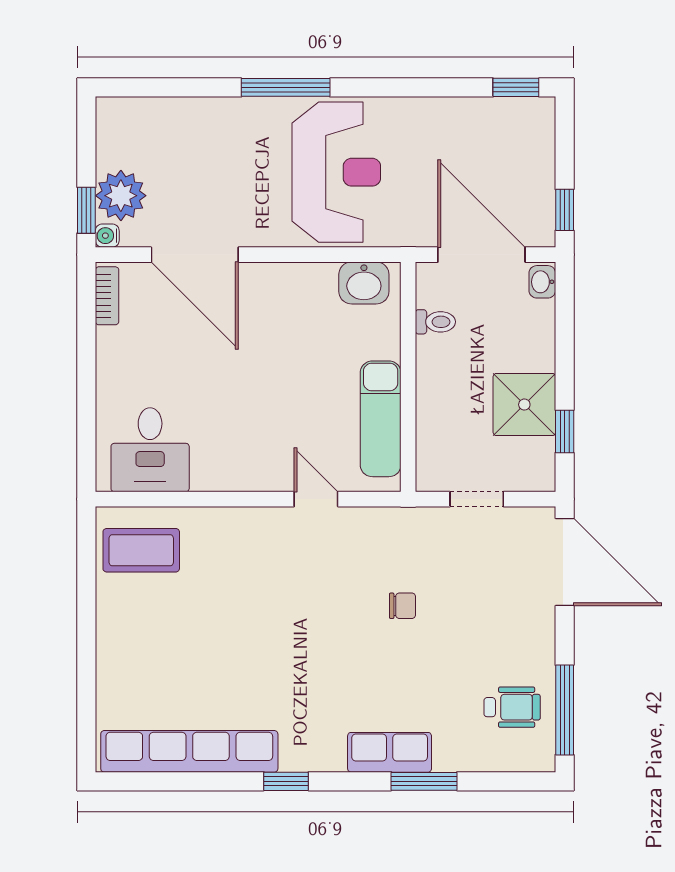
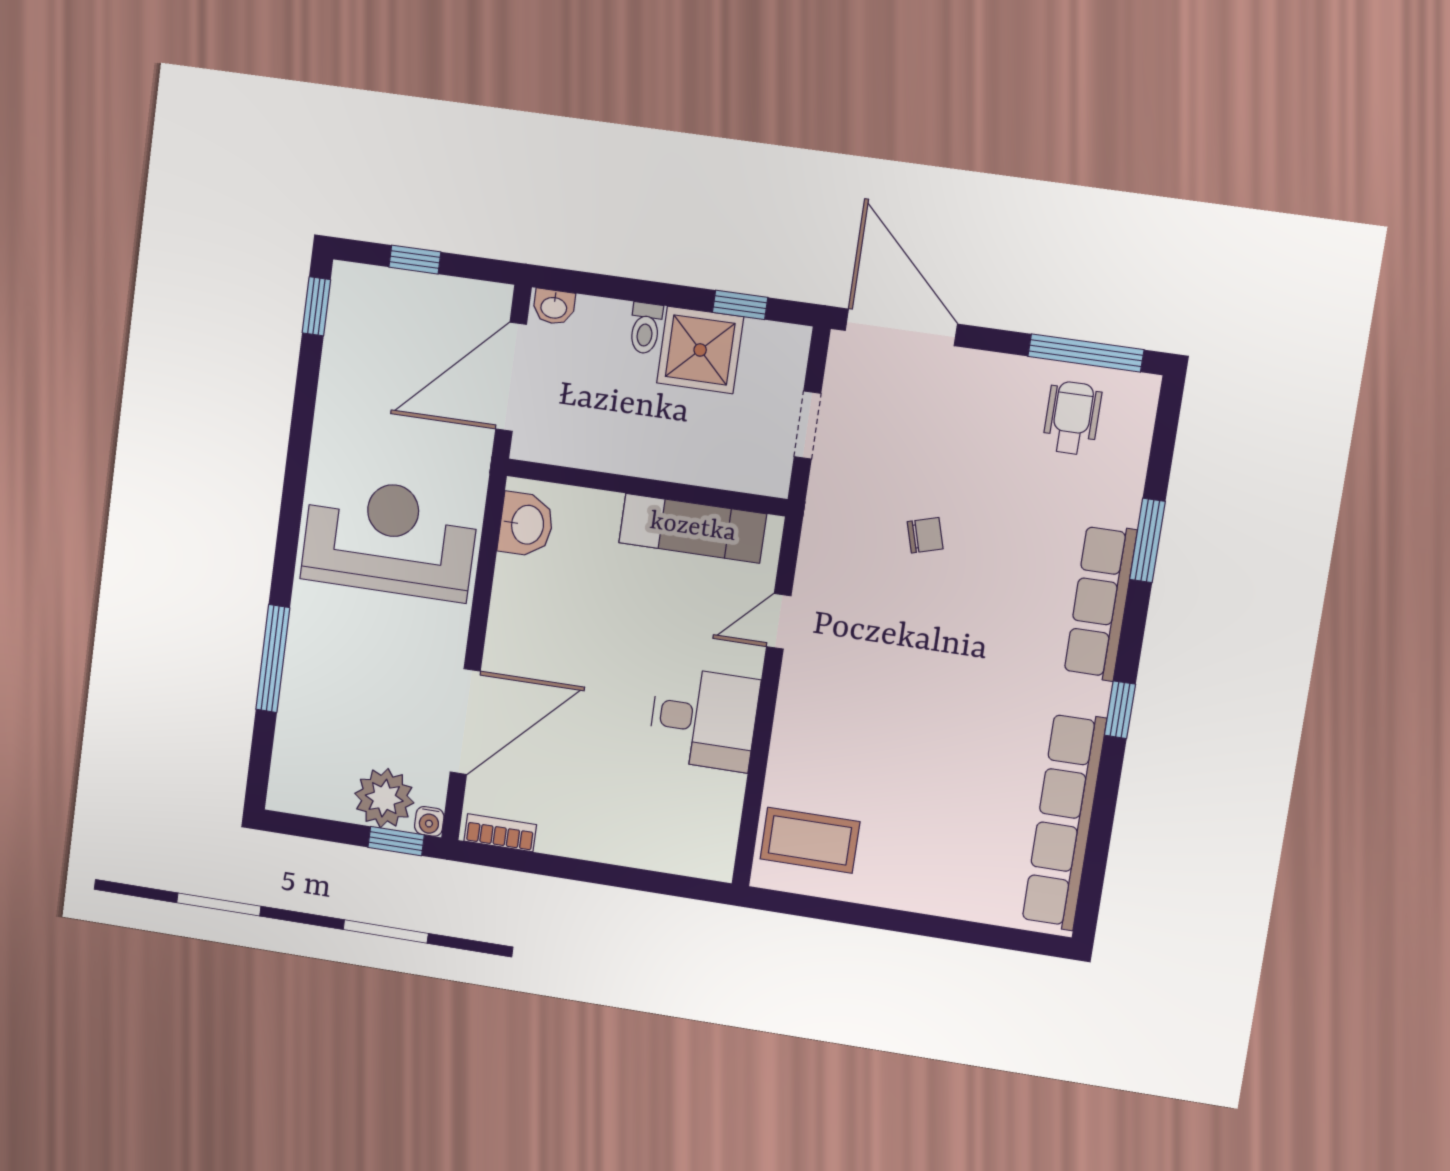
window: (286, 87) -> (273, 659), moved
window: (565, 210) -> (415, 260), moved
toilet: (435, 322) -> (645, 328), moved, turned 180
desk: (150, 450) -> (704, 719), moved
coffee table: (141, 550) -> (810, 840), turned 90
door: (565, 562) -> (901, 327), hinge flipped
chair: (403, 606) -> (925, 535), turned 74
row of seats: (390, 752) -> (1100, 602), width x1.48

